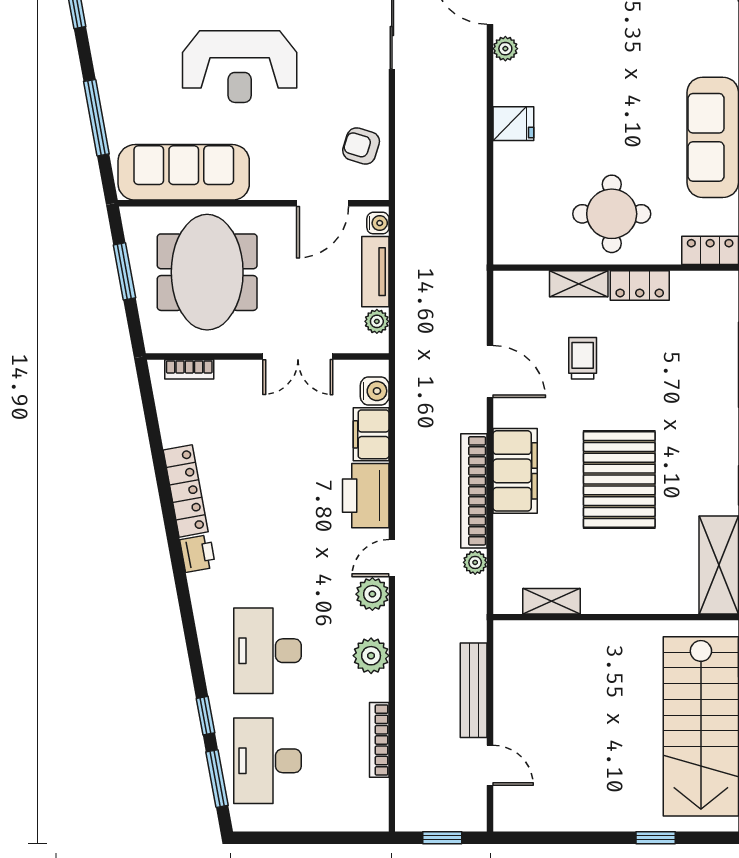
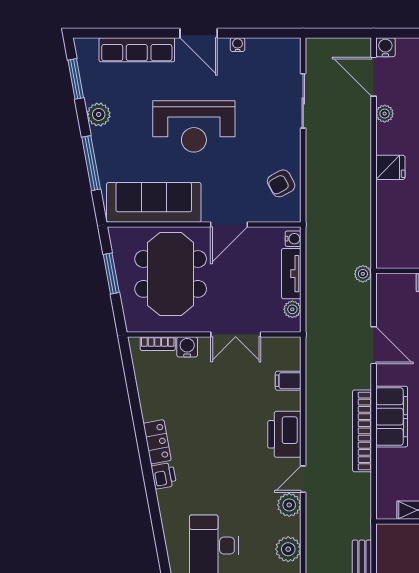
plant: (107, 50) -> (99, 114), added
armchair: (361, 146) -> (281, 183), turned -45
door: (323, 203) -> (229, 225), moved
water cooler: (375, 391) -> (187, 347), moved, turned -90
filing cabinet: (371, 434) -> (288, 381), width x0.50
locker: (186, 491) -> (157, 442), width x0.66
plant: (475, 562) -> (363, 274), moved

